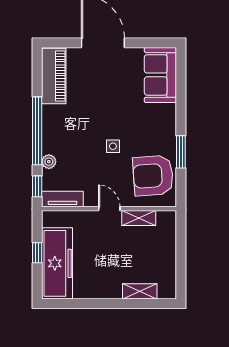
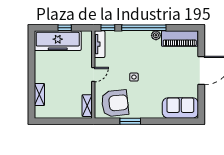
plant: (49, 162) -> (156, 35), moved
armchair: (153, 176) -> (115, 103), turned 88
shelving: (139, 218) -> (87, 106), moved

